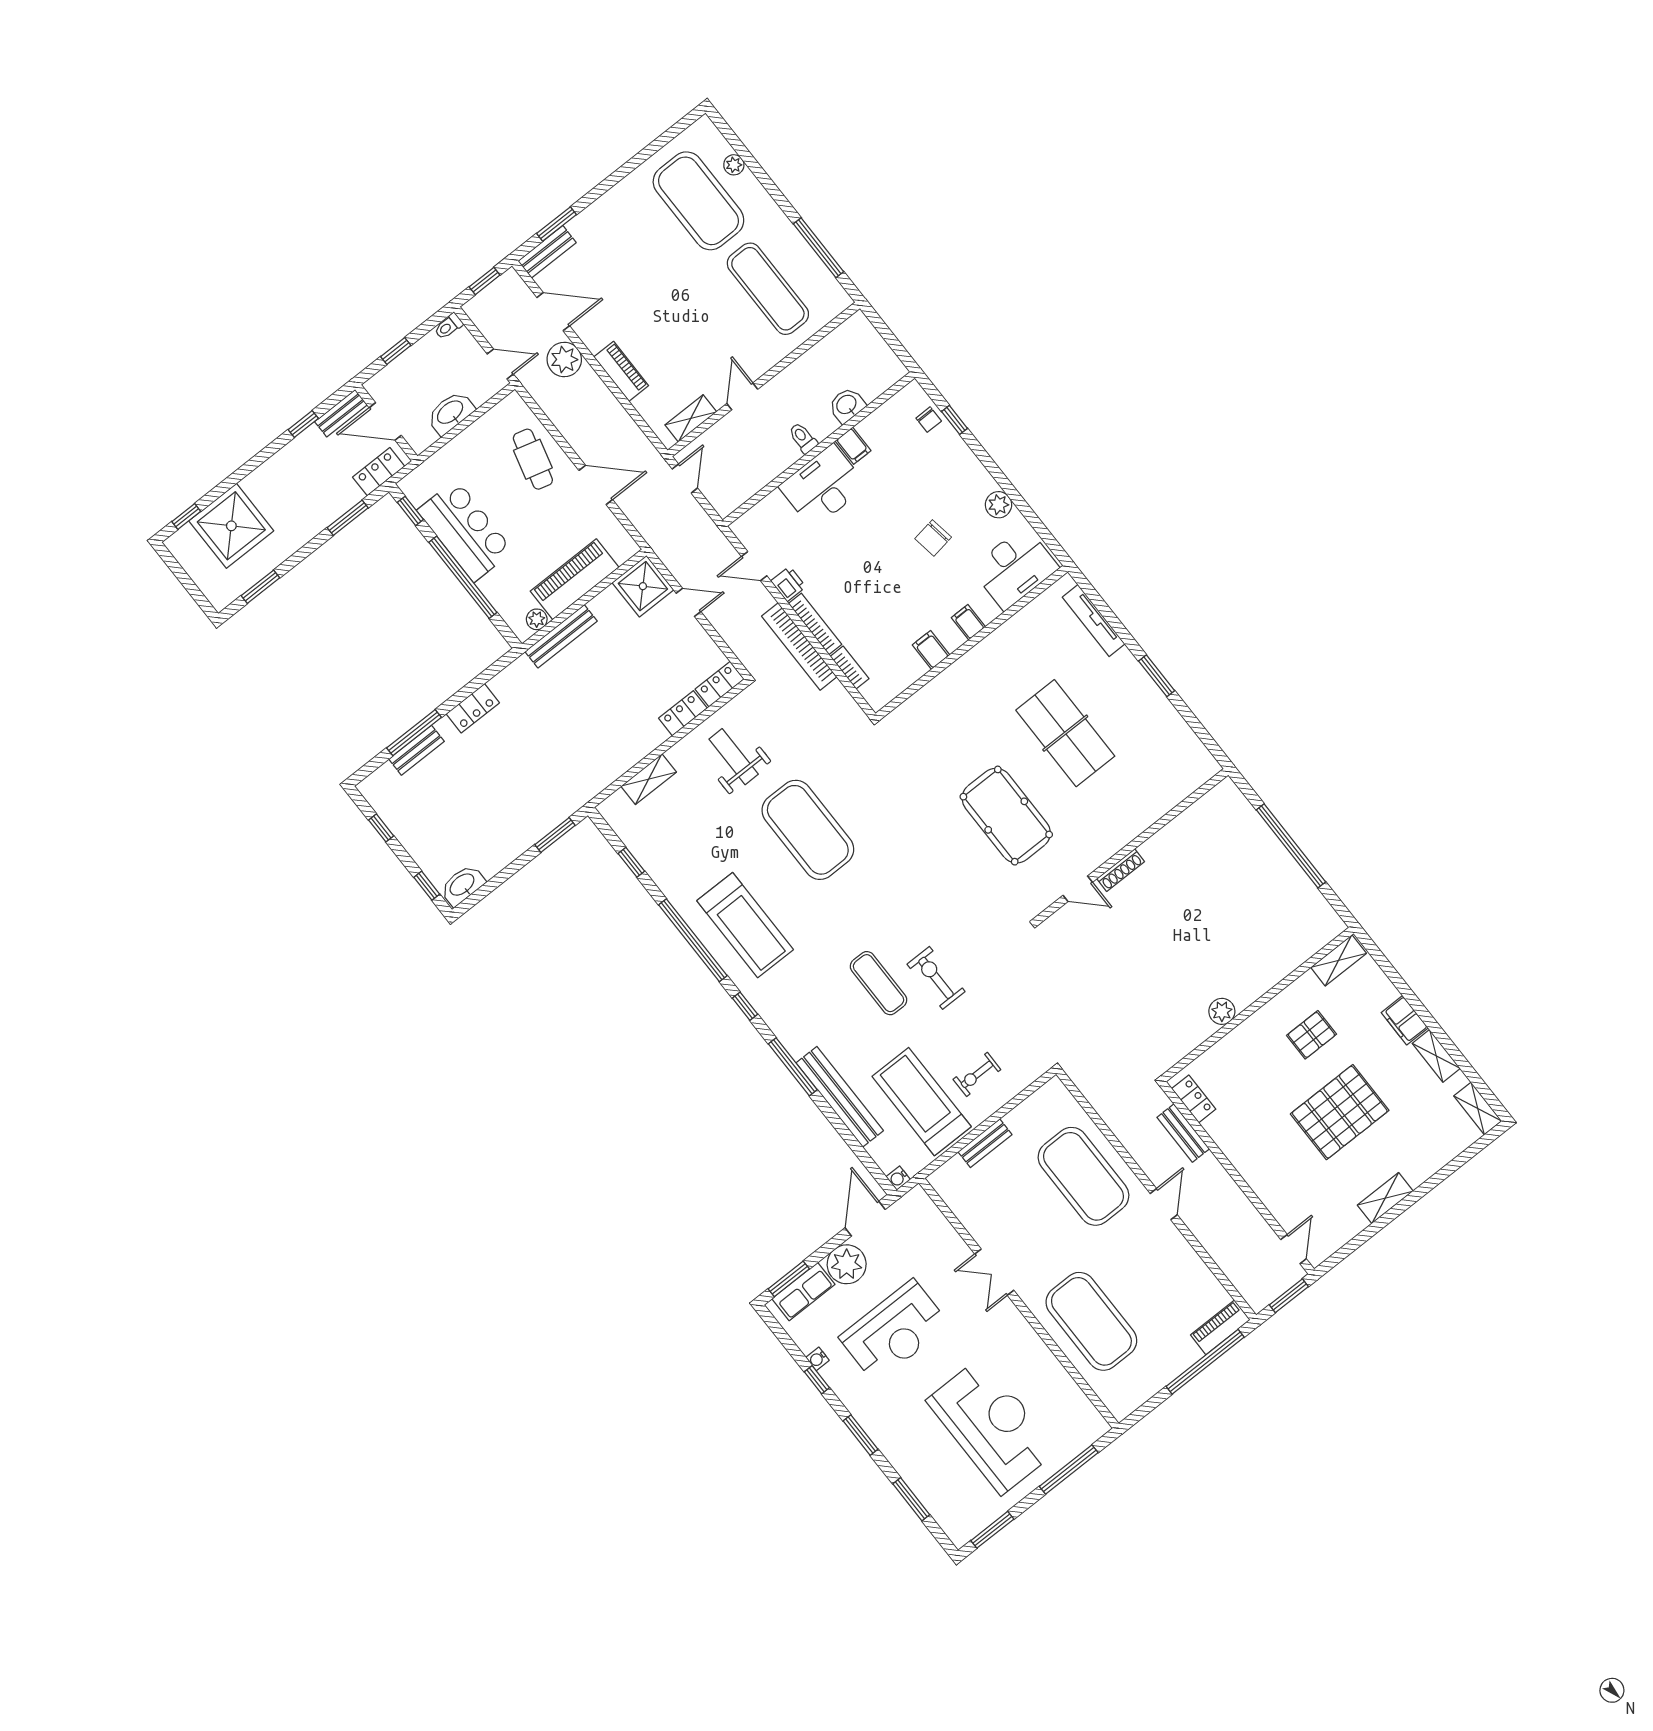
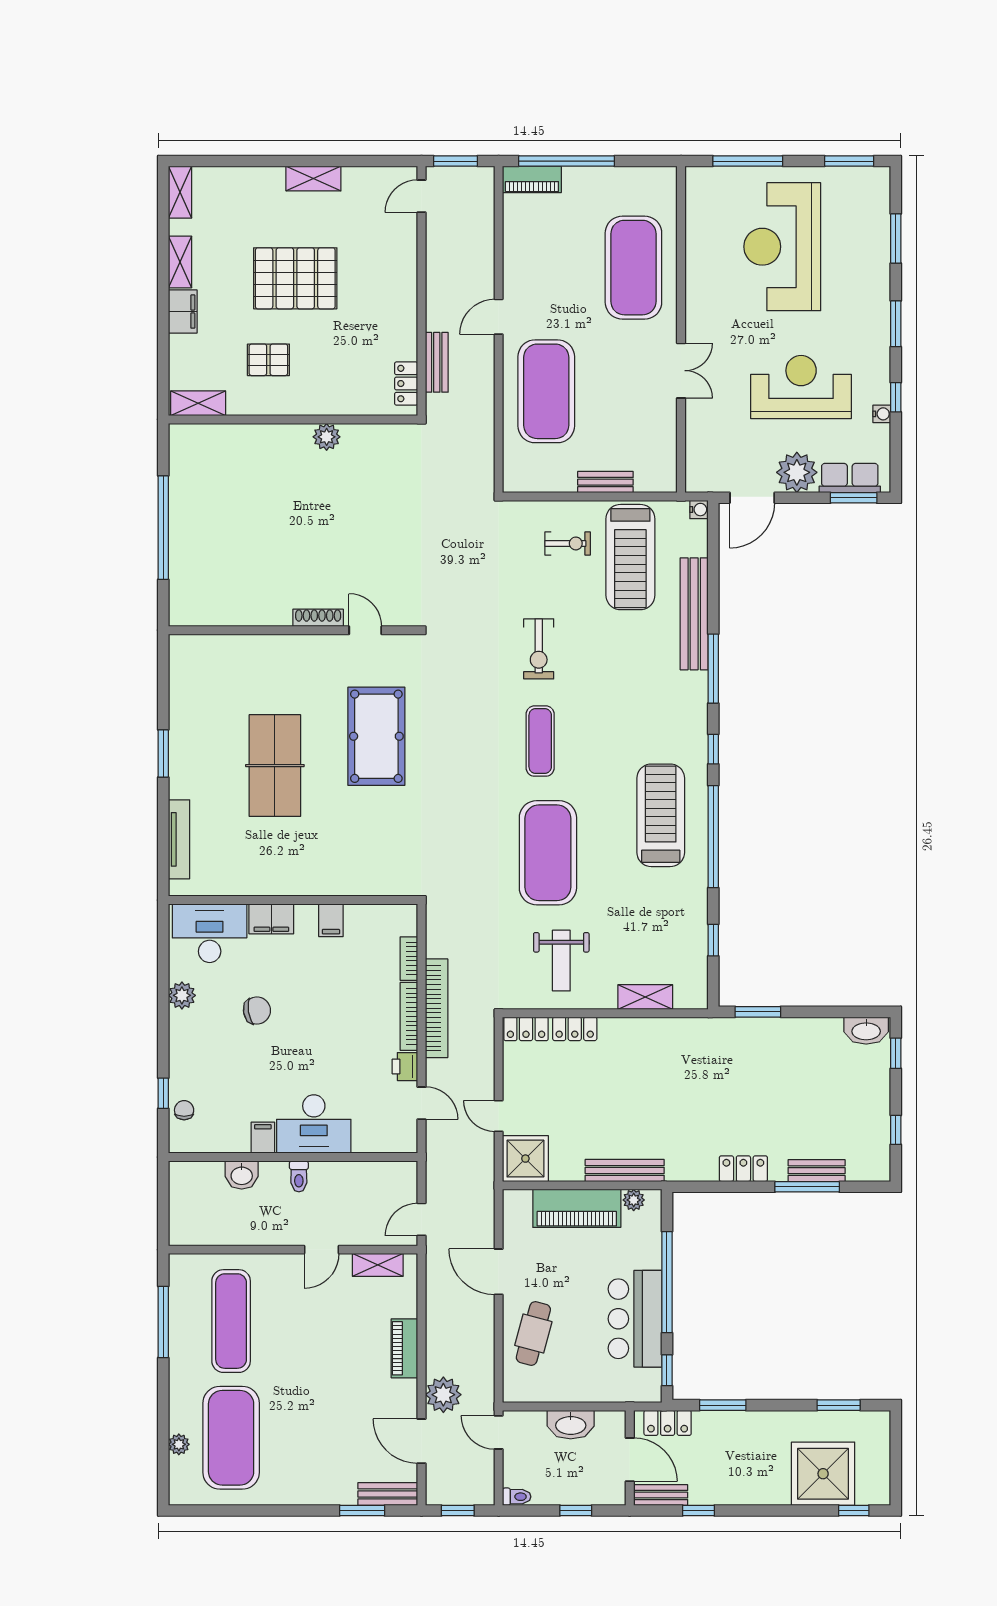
filing cabinet: (968, 622) -> (271, 919), width x2.00
exercise mat: (879, 983) -> (540, 741), moved

